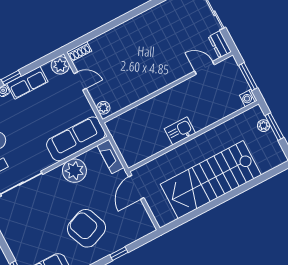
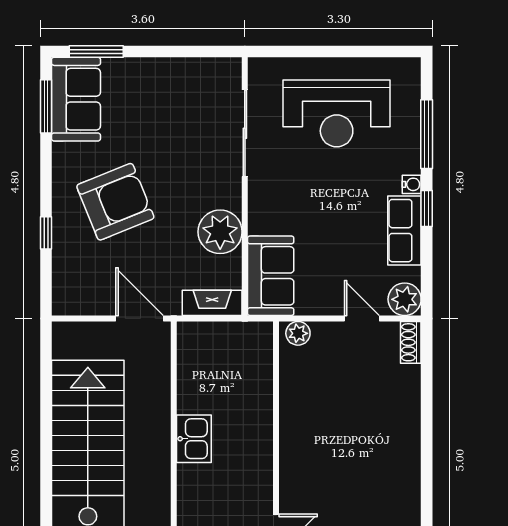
door: (80, 81) -> (362, 318), swing flipped
sofa: (76, 139) -> (271, 276), width x0.73

